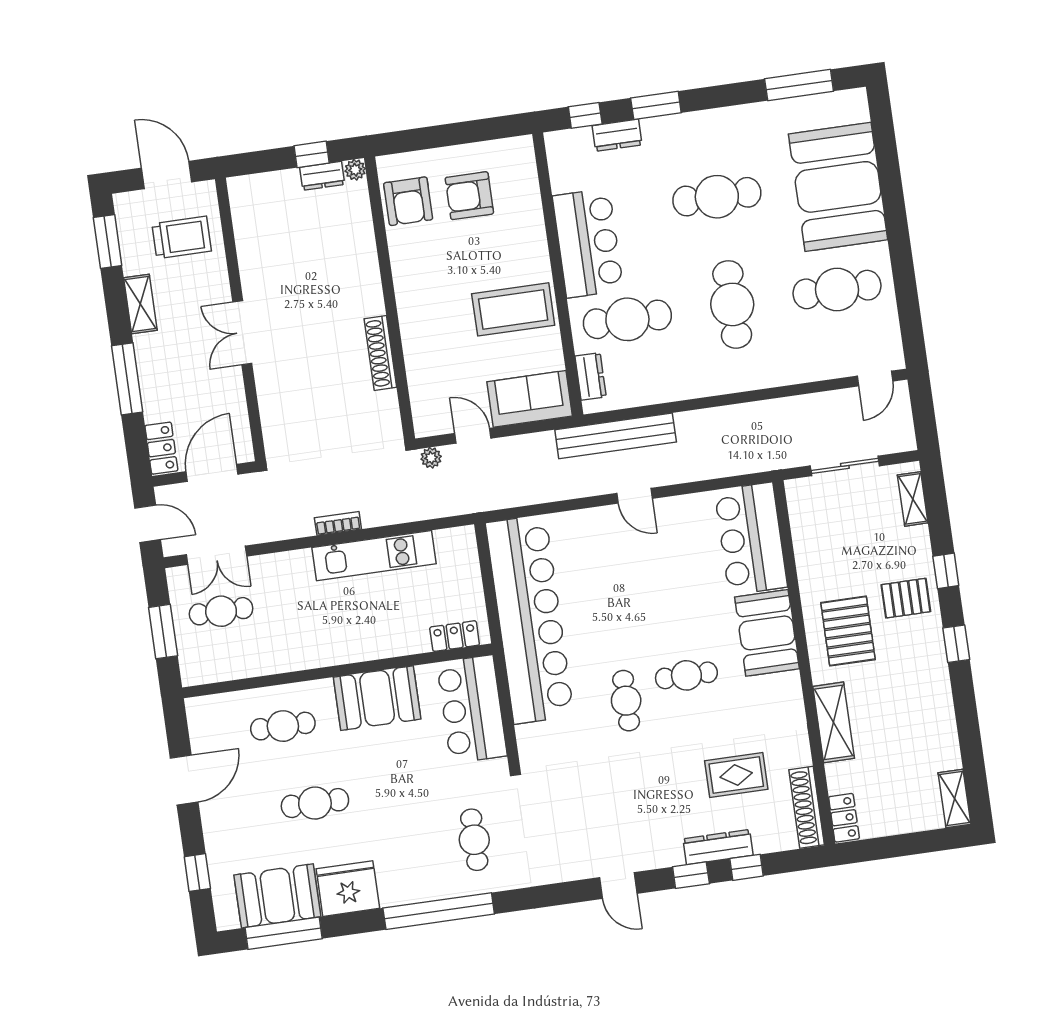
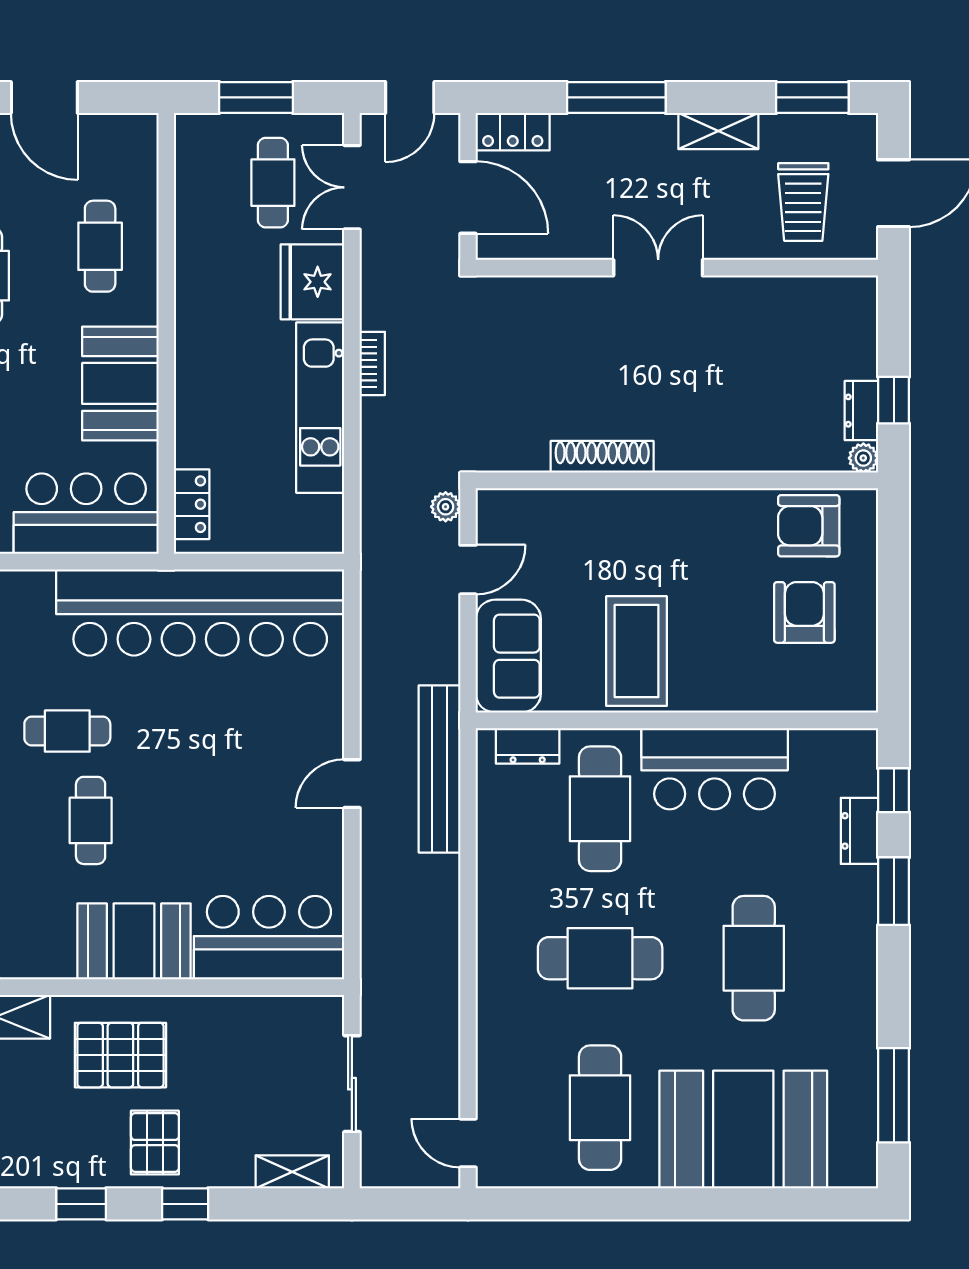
fridge: (287, 574) -> (312, 282), added

